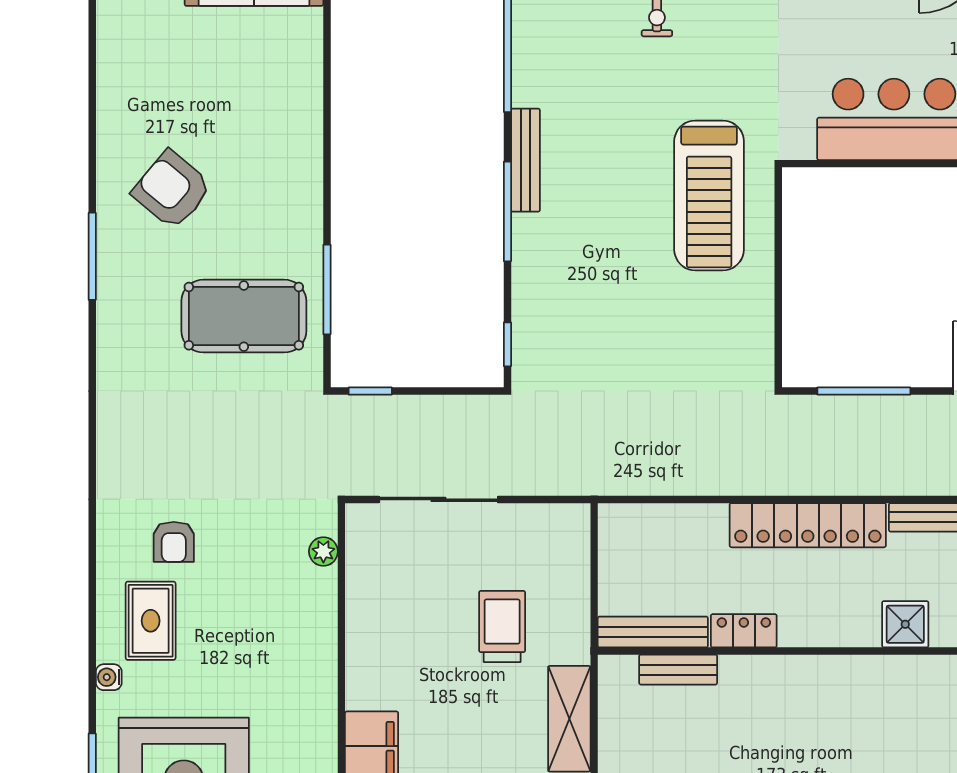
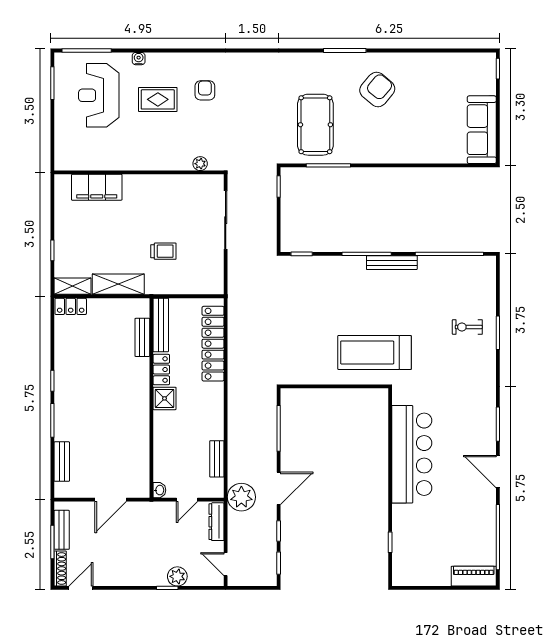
locker: (808, 525) -> (213, 344), moved
armchair: (174, 542) -> (205, 90), turned 90
rug: (151, 621) -> (158, 99), moved
shower: (905, 624) -> (165, 398), moved
trolley: (502, 627) -> (163, 251), width x0.73, depth x0.72

